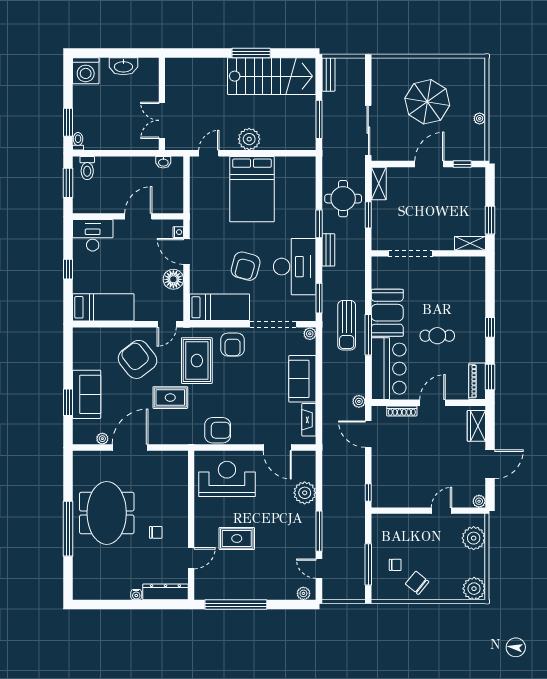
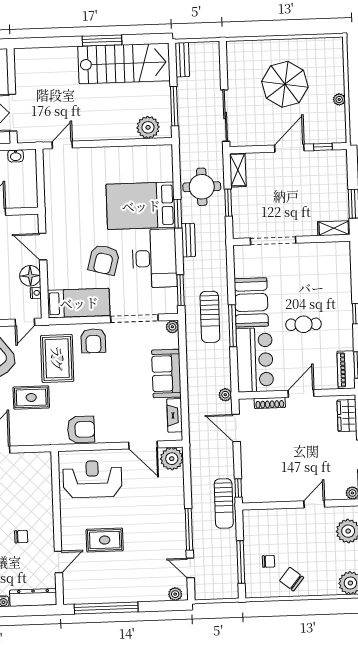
plant: (249, 139) -> (148, 127), moved
bed: (252, 189) -> (141, 206), moved, turned 90
nightstand: (178, 232) -> (36, 293), moved
plant: (305, 493) -> (172, 459), moved
sun lounger: (354, 507) -> (224, 503), added

